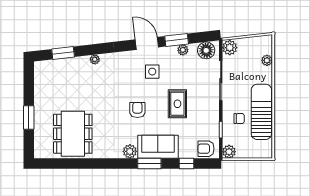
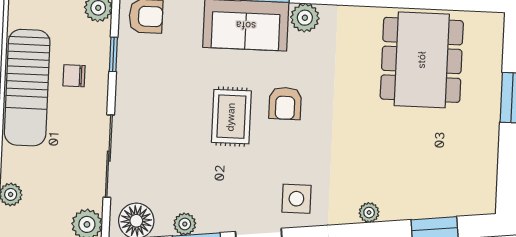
side table: (152, 72) -> (296, 199), moved
rug: (177, 104) -> (231, 117), moved

